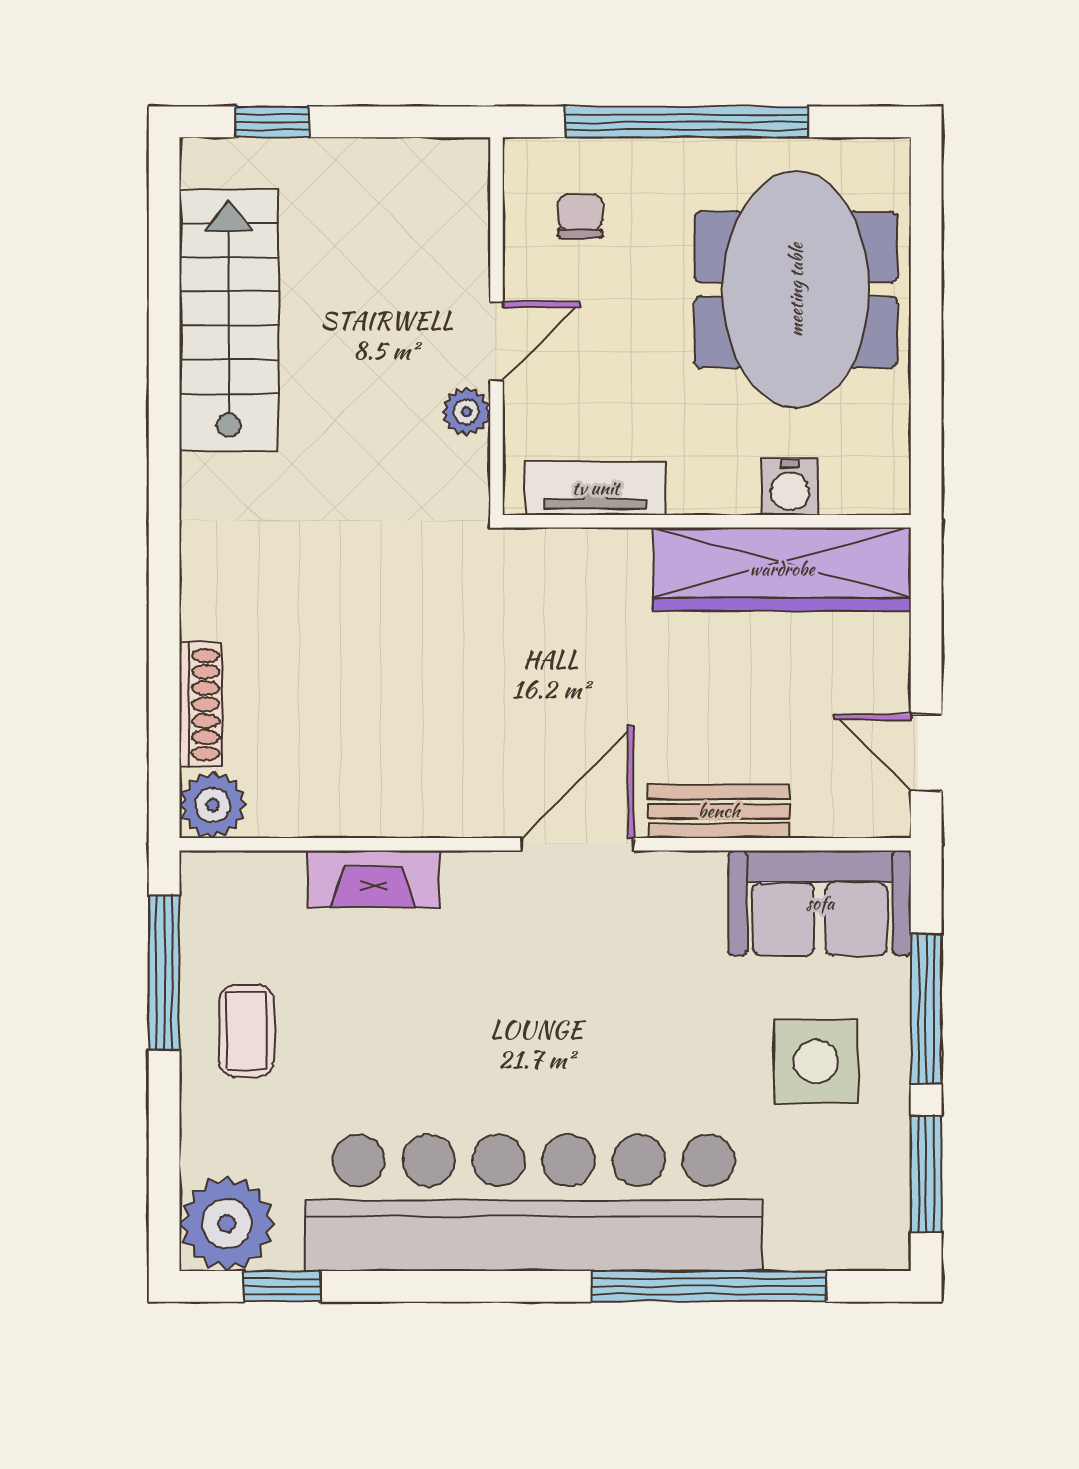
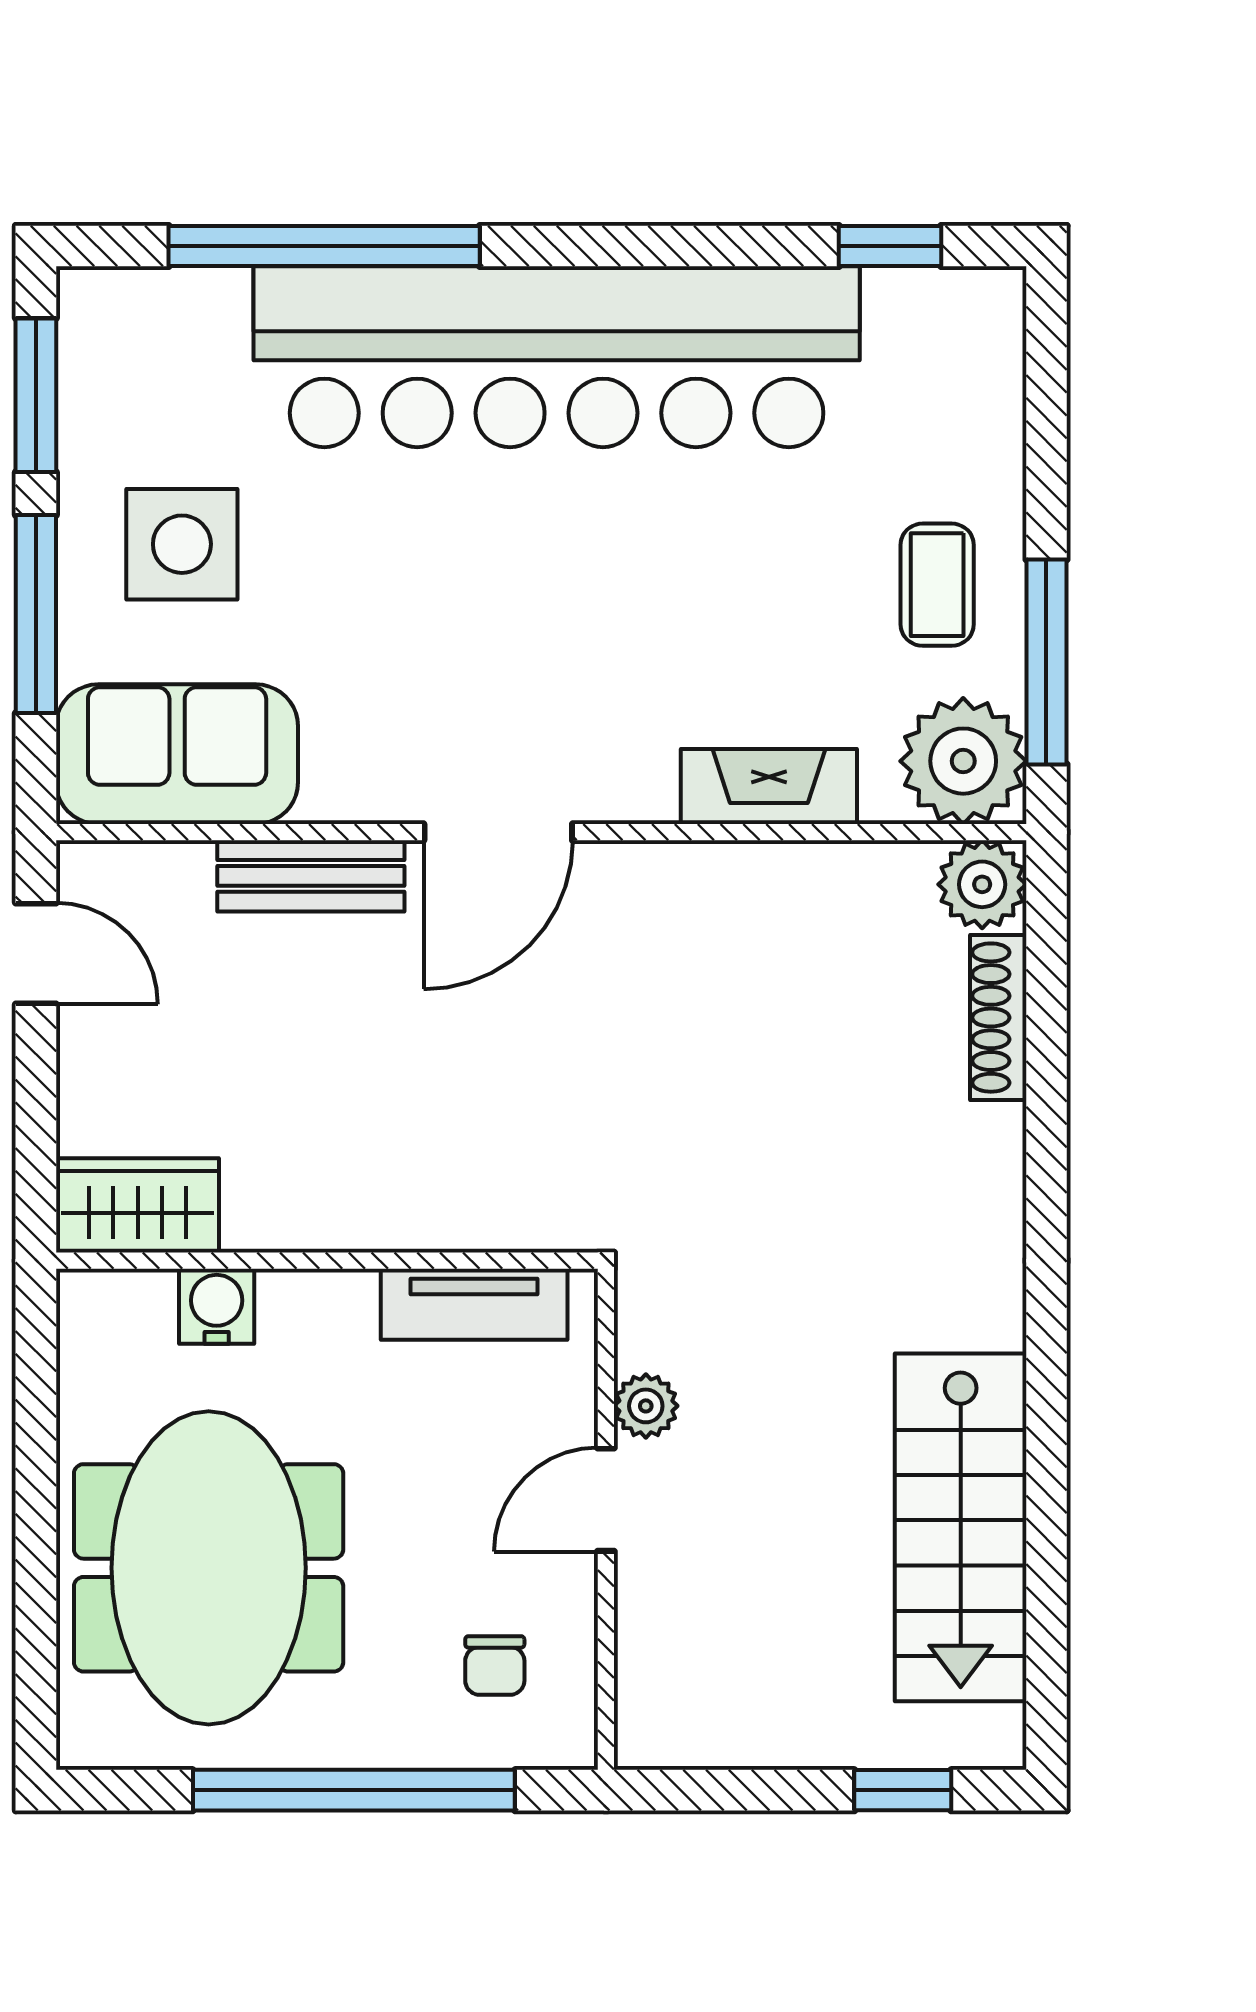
wardrobe: (782, 569) -> (138, 1205), width x0.48, depth x0.85
plant: (227, 1224) -> (963, 761), moved

